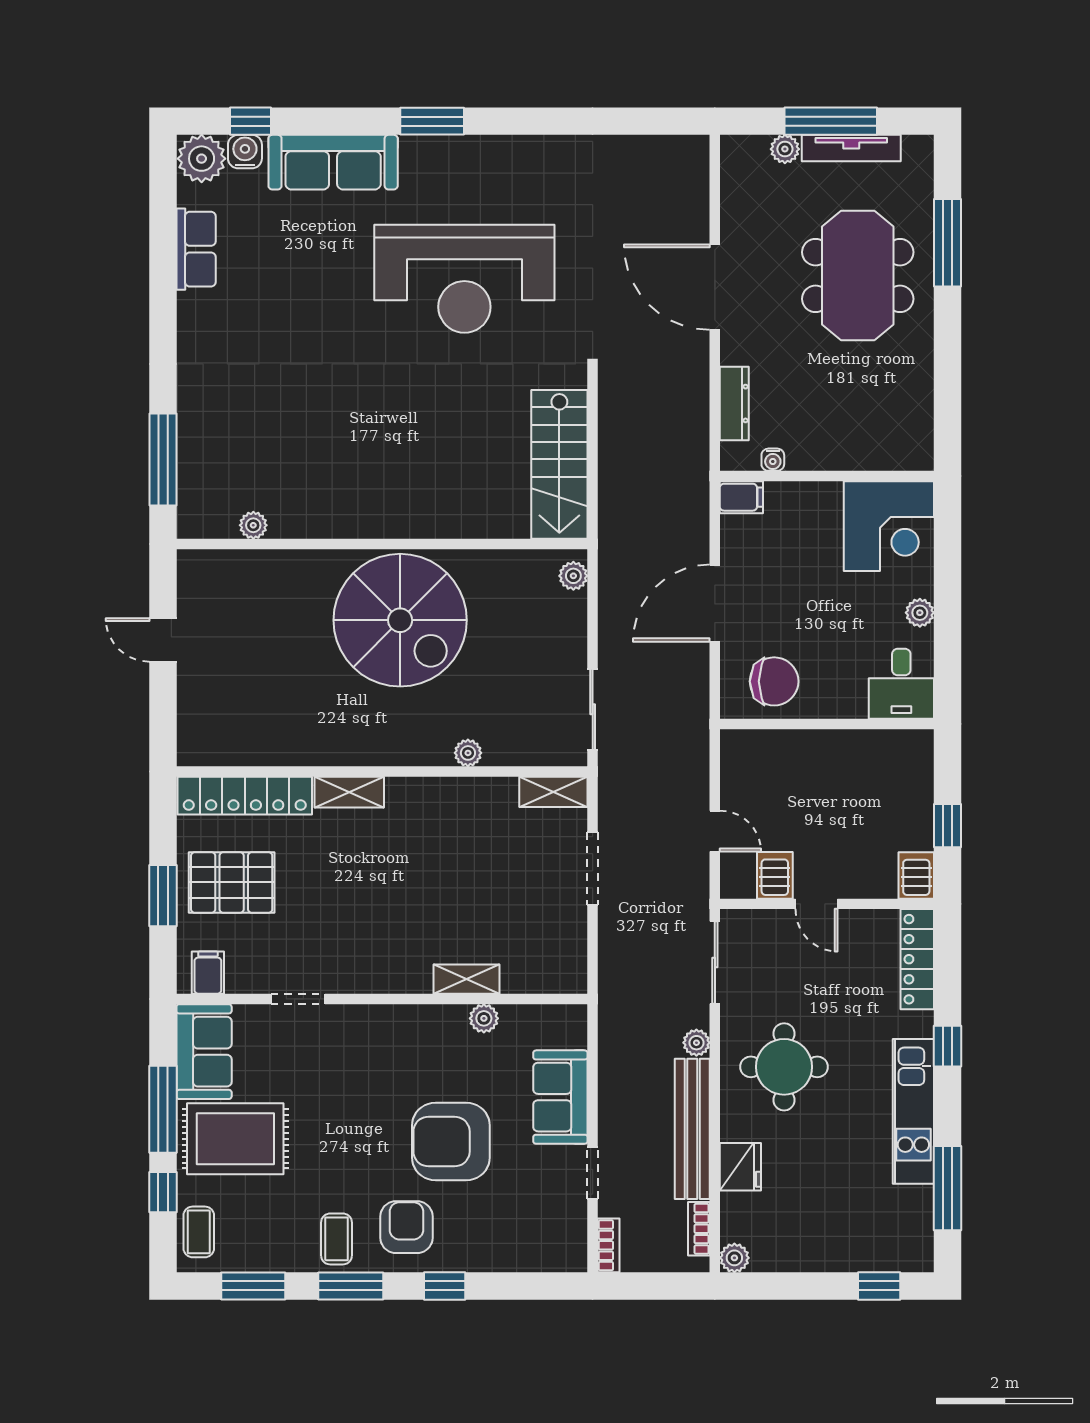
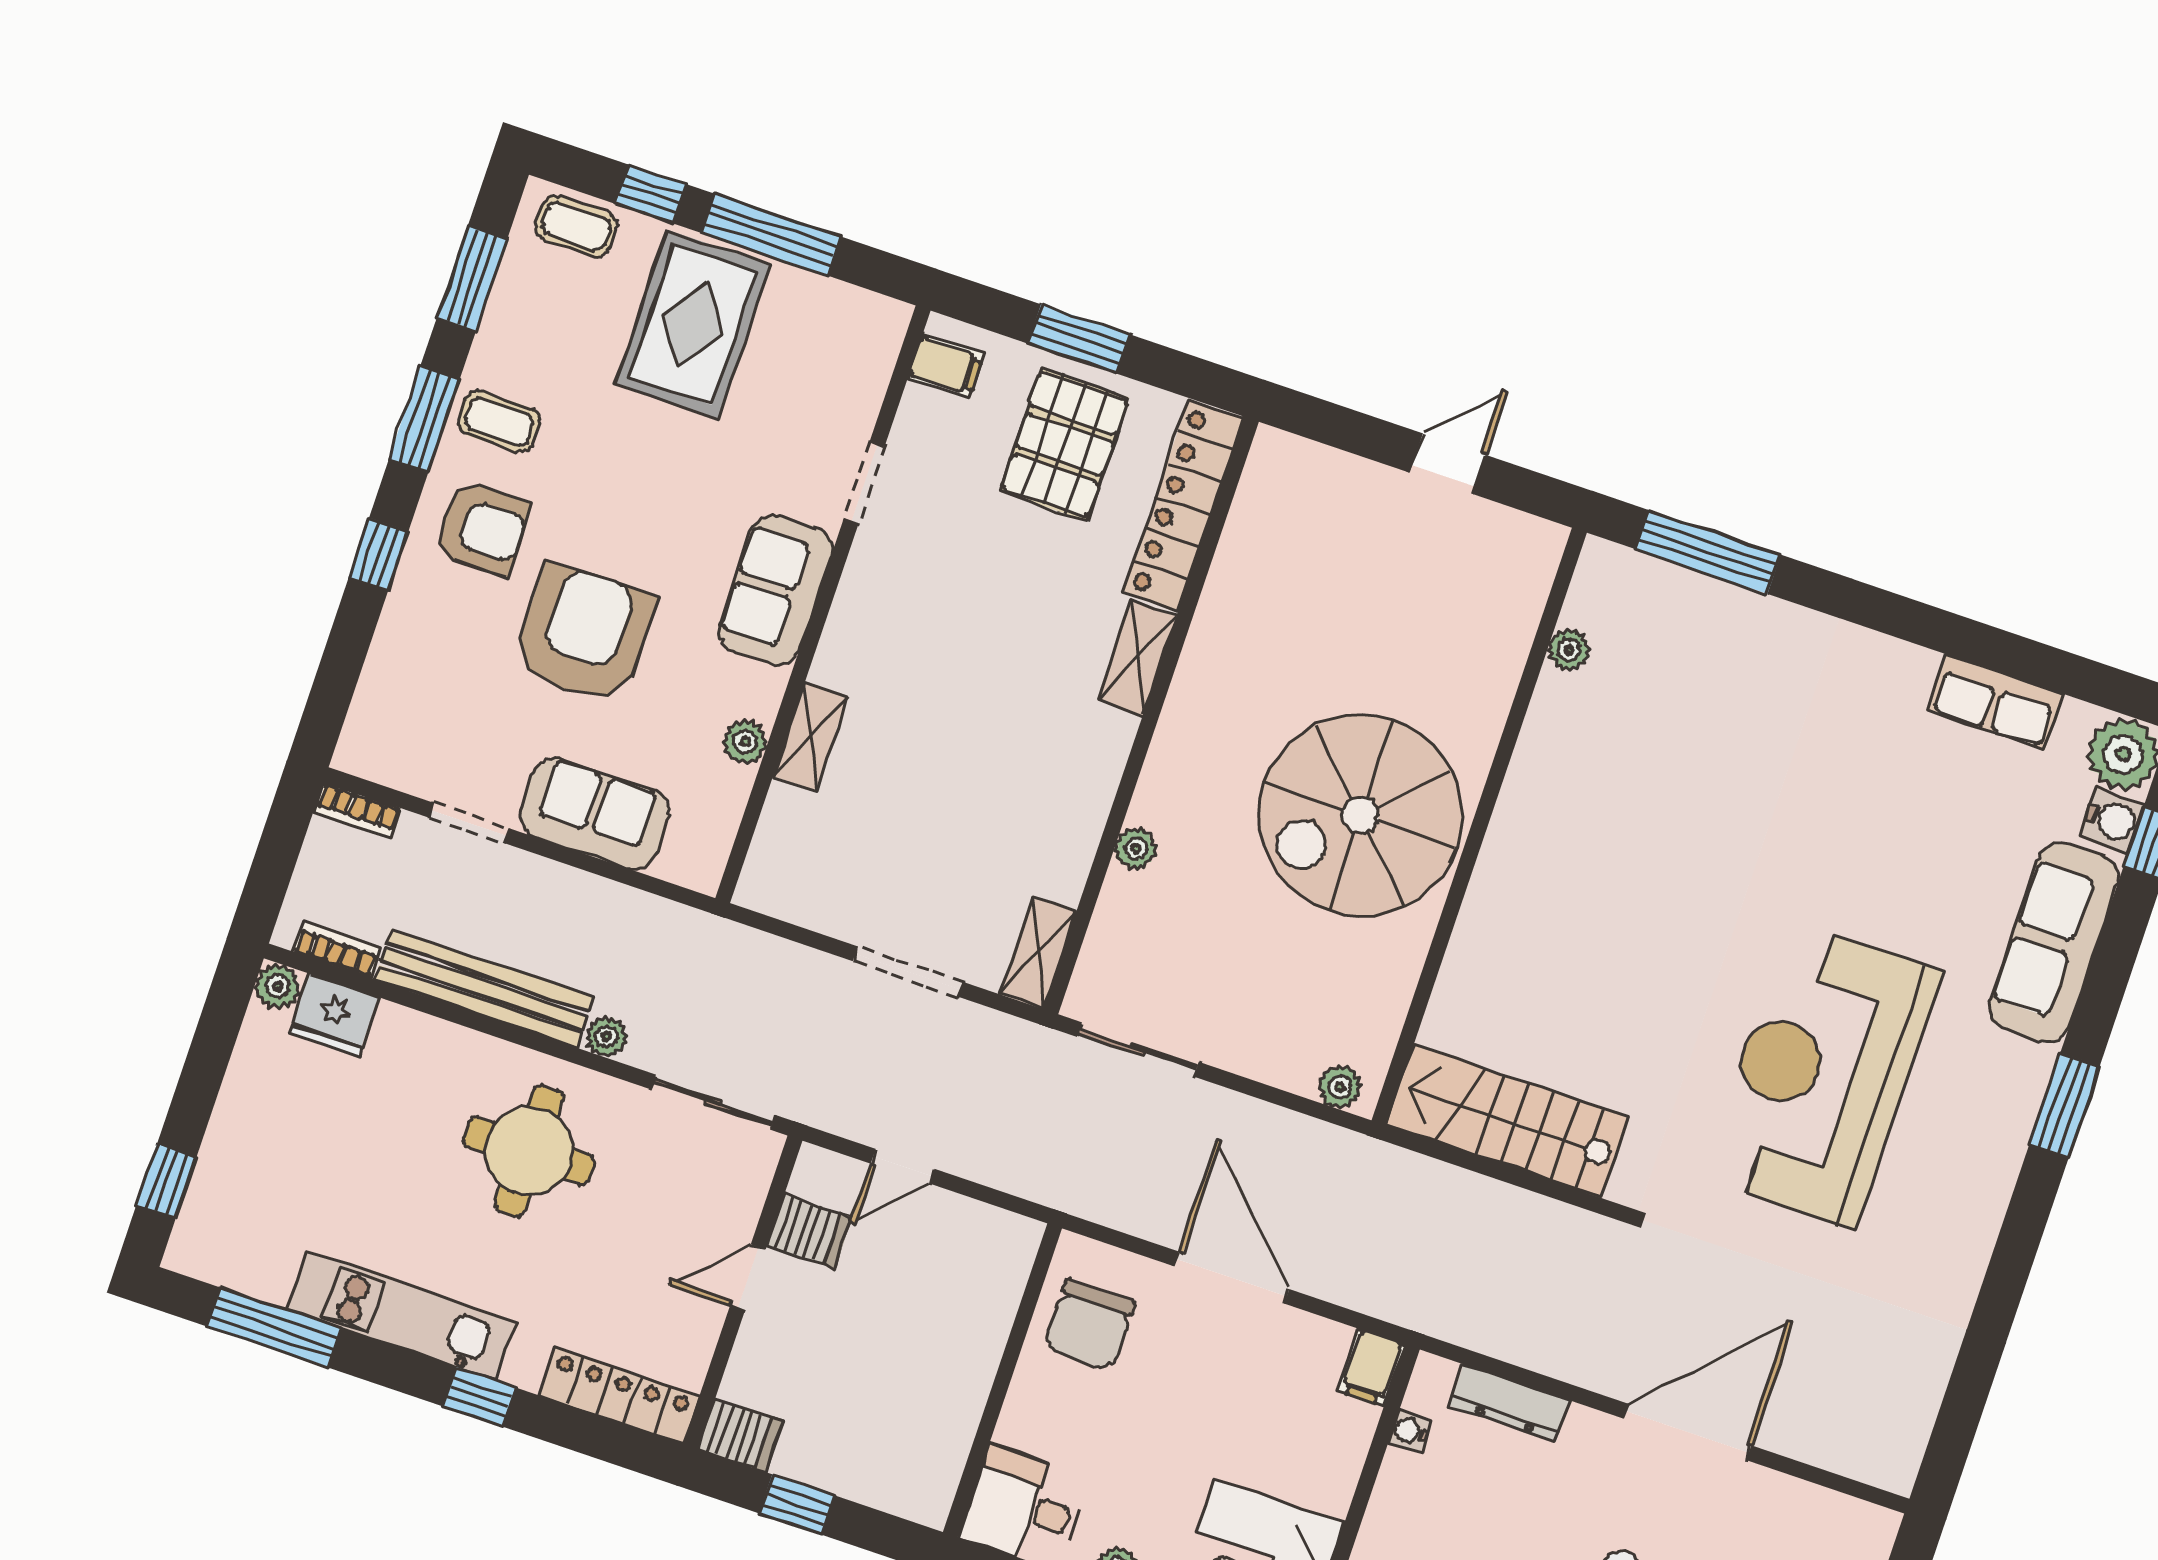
sofa: (204, 1052) -> (775, 590), moved, turned 90
fridge: (740, 1167) -> (334, 1015), moved

